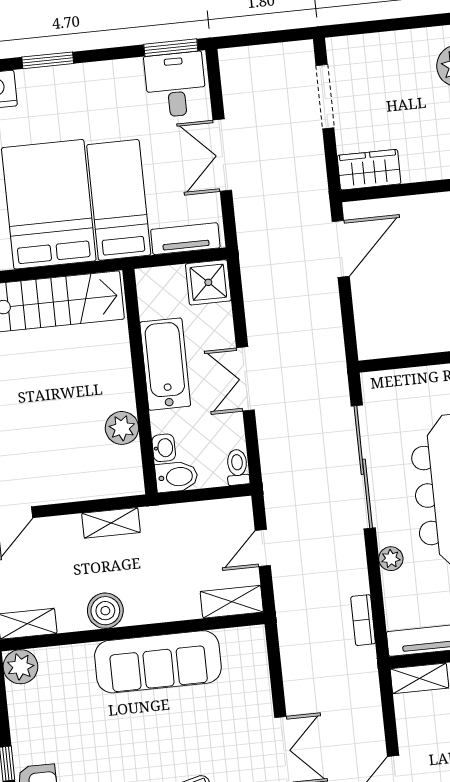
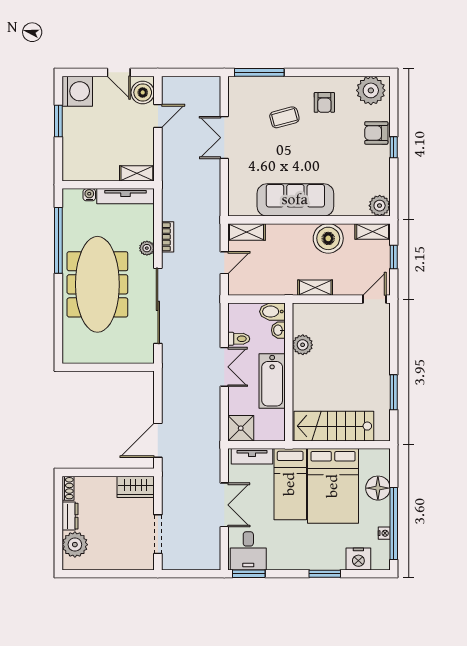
toilet: (238, 467) -> (239, 339), moved, turned -90
boiler: (105, 611) -> (328, 238), width x1.37, depth x1.37
bookcase: (363, 620) -> (168, 237), moved

